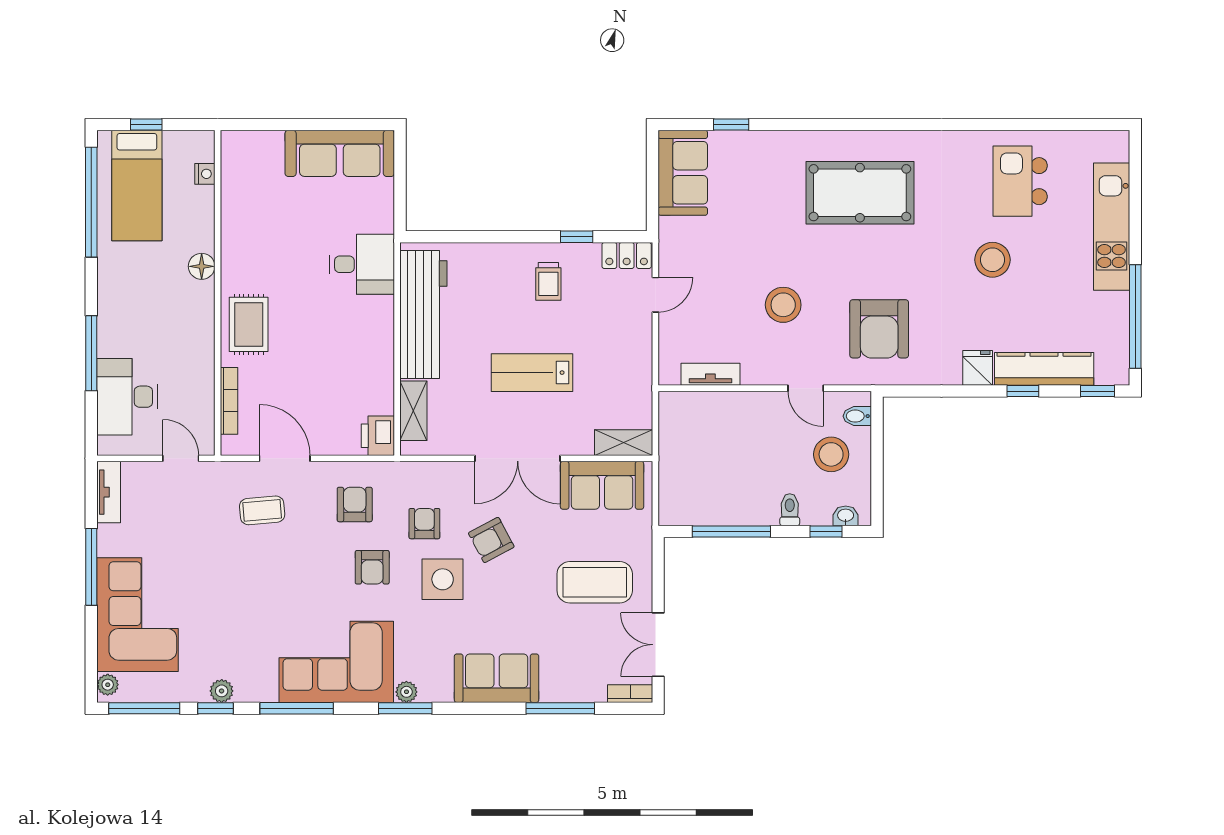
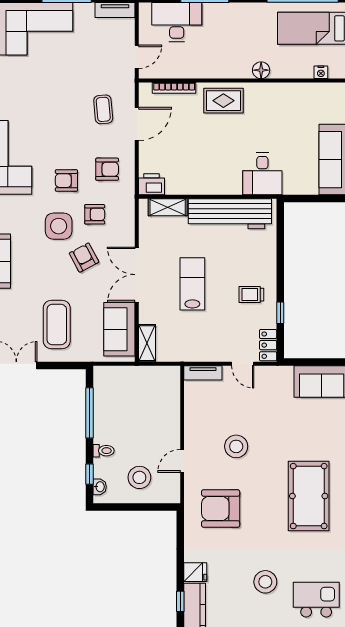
tv unit: (710, 374) -> (203, 373), moved, turned 90
bidet: (857, 416) -> (164, 494), removed

